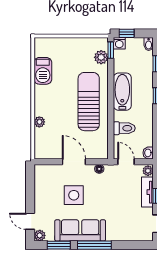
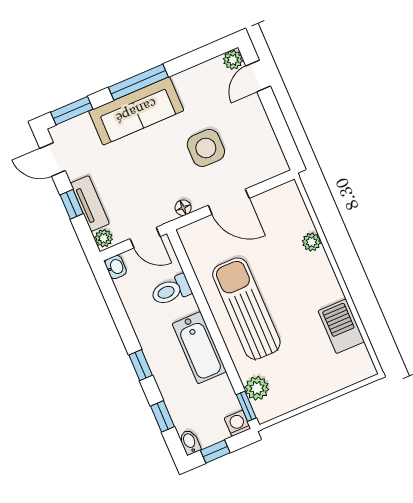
window: (127, 33) -> (215, 451), moved
sun lounger: (89, 102) -> (246, 309), turned 180
door: (30, 221) -> (258, 76), swing flipped
sofa: (80, 230) -> (136, 111), moved
window: (59, 245) -> (72, 111), moved

